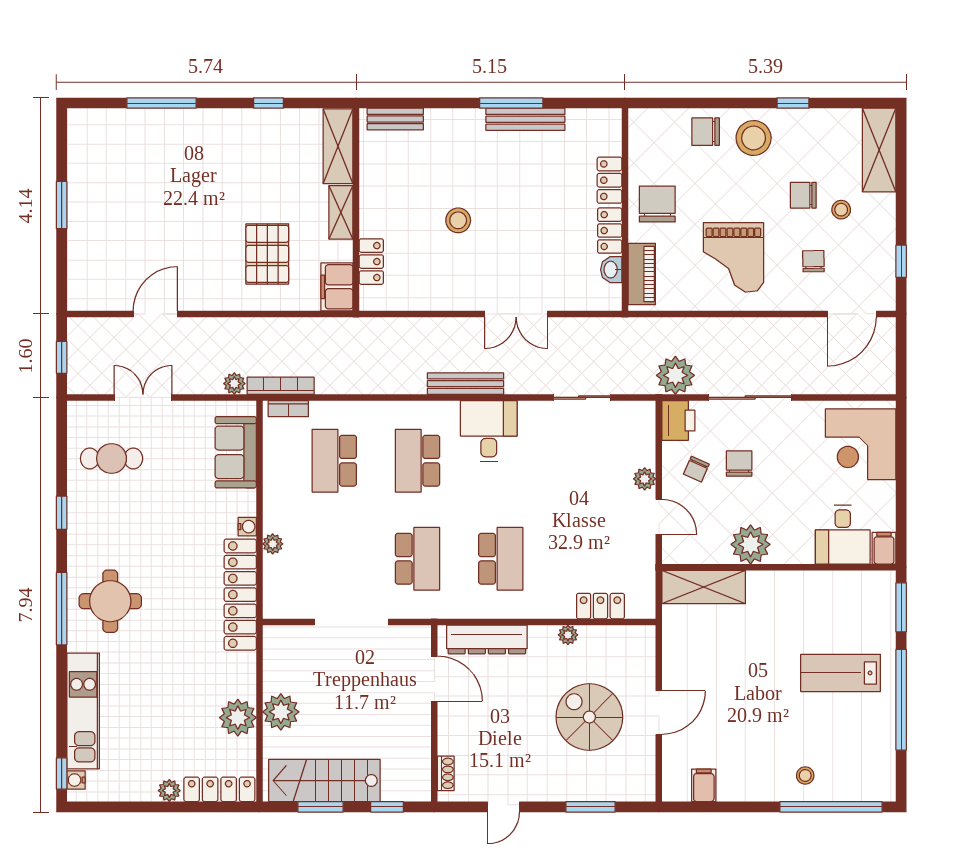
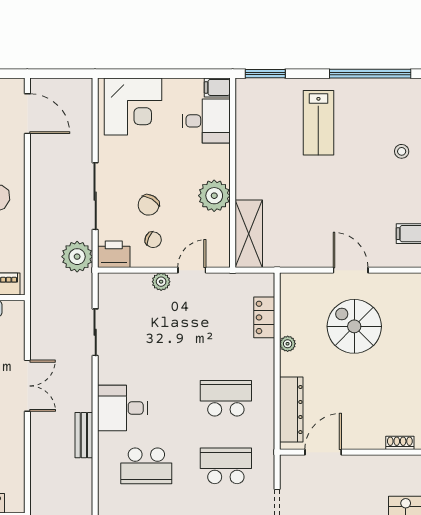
bench: (466, 384) -> (84, 435), width x0.73
chair: (739, 463) -> (149, 205), turned -60
window: (901, 700) -> (370, 74), moved
spiral stairs: (589, 717) -> (354, 326), turned 90

